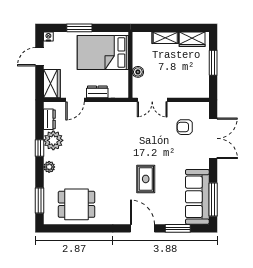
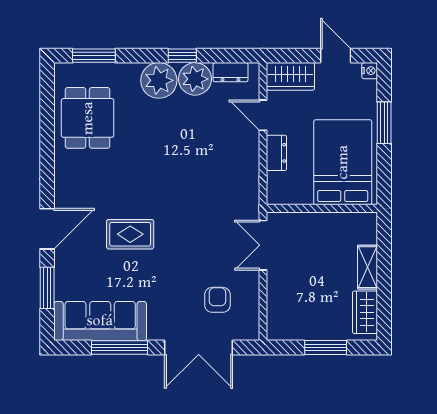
boiler: (138, 72) -> (310, 221), removed
plant: (49, 167) -> (159, 80), width x1.87, depth x1.87
window: (213, 199) -> (120, 347), moved

